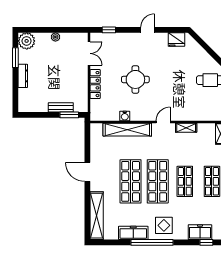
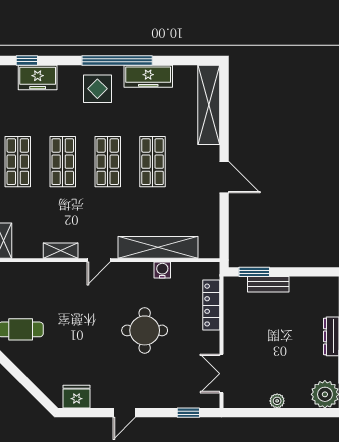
locker: (95, 84) -> (211, 305), moved
shop shelf: (131, 181) -> (153, 162), width x0.70, depth x0.74
shop shelf: (158, 181) -> (108, 162), width x0.70, depth x0.74

